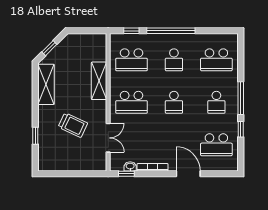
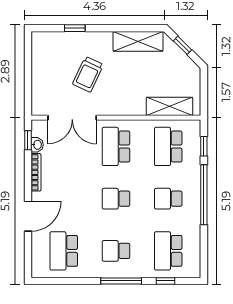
shelving: (99, 81) -> (169, 106), moved
window: (241, 129) -> (166, 281), moved
double door: (108, 138) -> (72, 118), width x1.37

